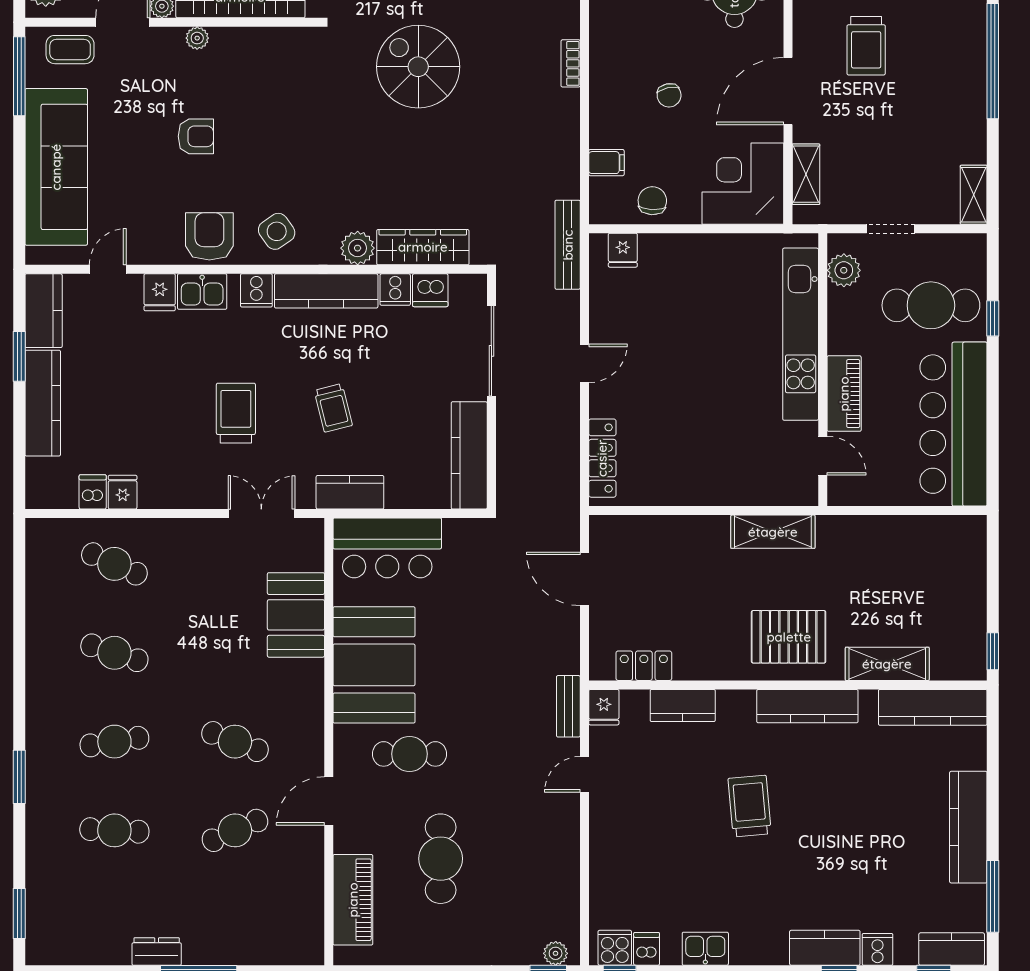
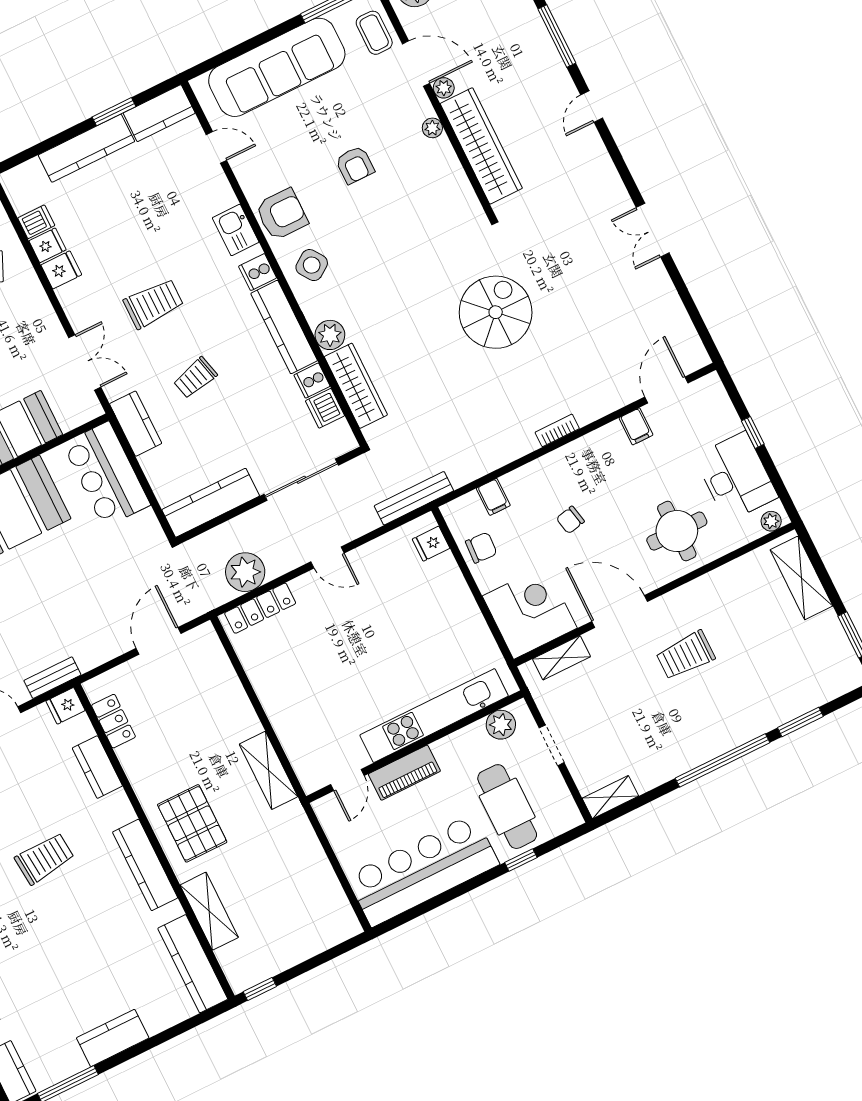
fridge: (160, 292) -> (61, 270), moved, turned 180
plant: (558, 455) -> (245, 572), added
kitchen counter: (968, 827) -> (113, 1038), width x0.67

